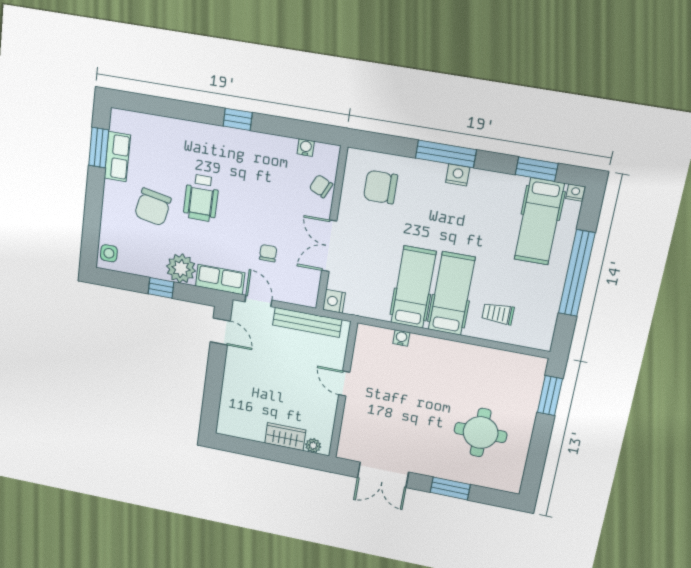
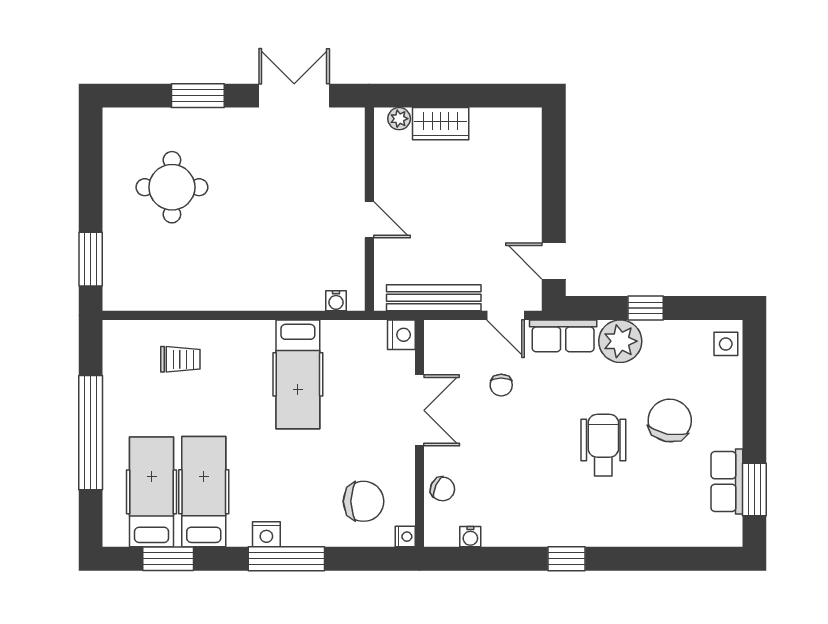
nightstand: (575, 192) -> (405, 537), moved, turned -90
hospital bed: (452, 294) -> (204, 492), moved, turned 180
water cooler: (401, 338) -> (336, 301), moved

